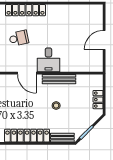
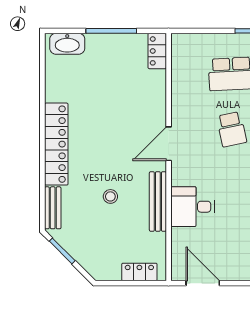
door: (104, 40) -> (203, 283), moved
desk: (48, 60) -> (192, 207), moved
locker: (98, 100) -> (139, 272), moved

